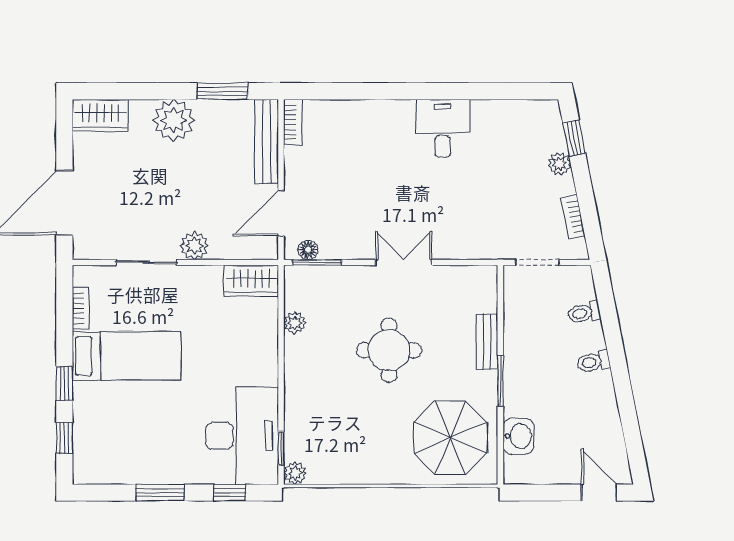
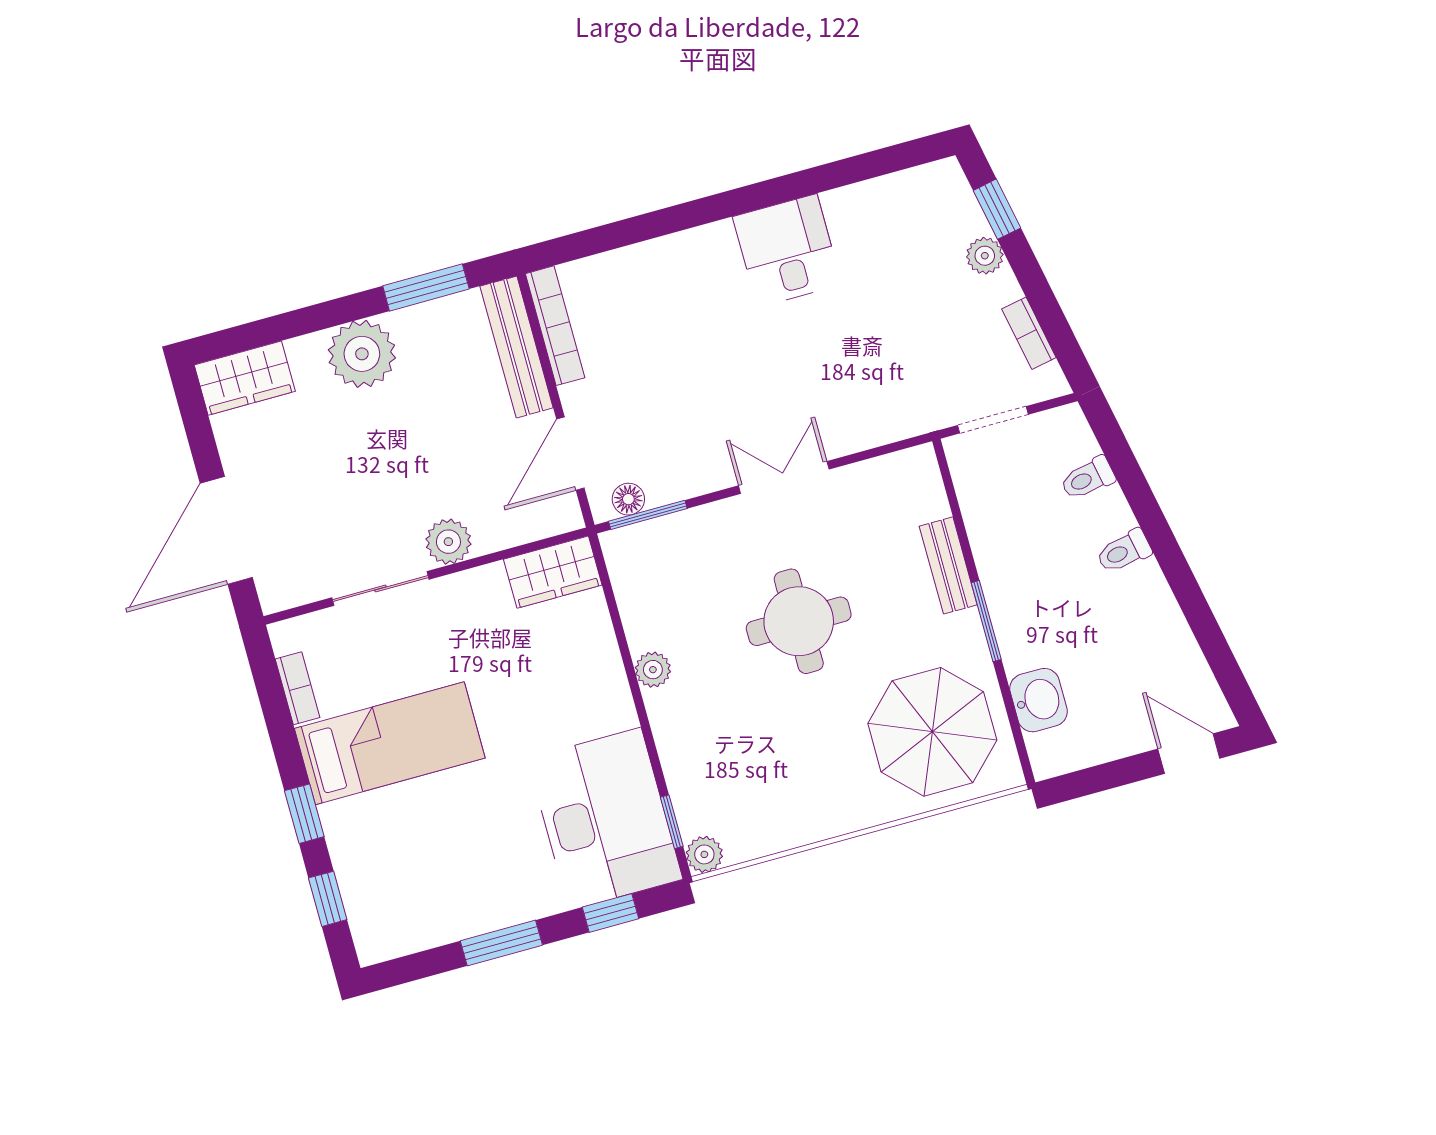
bookcase: (293, 122) -> (555, 326), width x1.56
plant: (295, 323) -> (653, 670), moved

